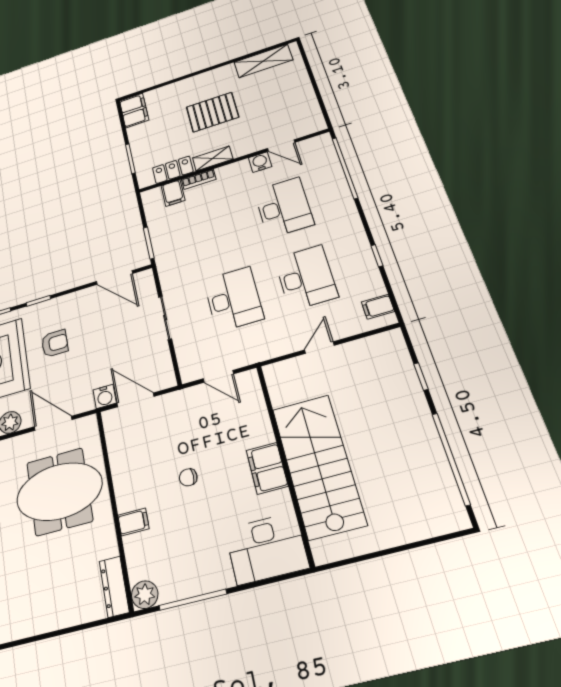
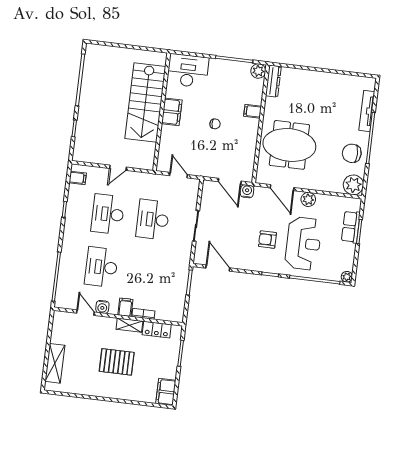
shelving: (263, 61) -> (55, 363), moved, turned 90
filing cabinet: (173, 193) -> (125, 307), moved

